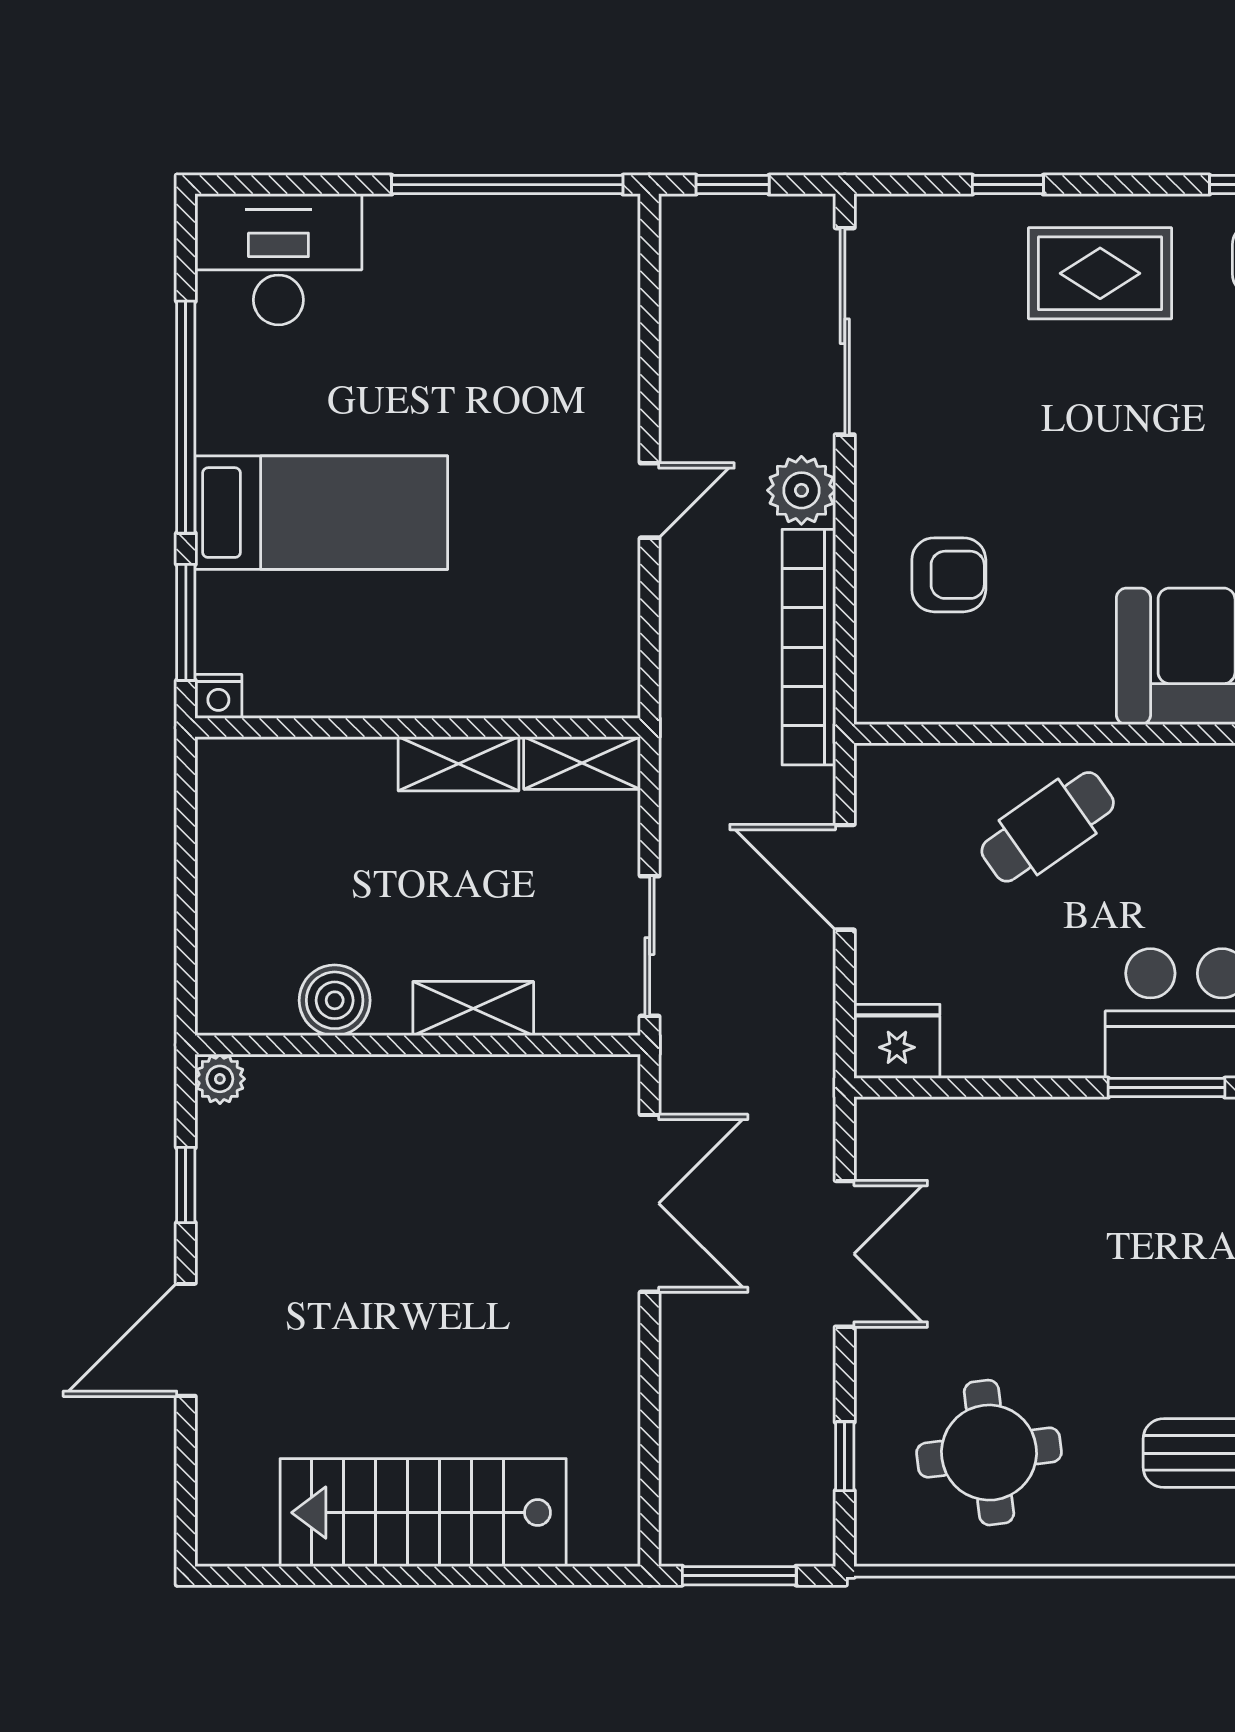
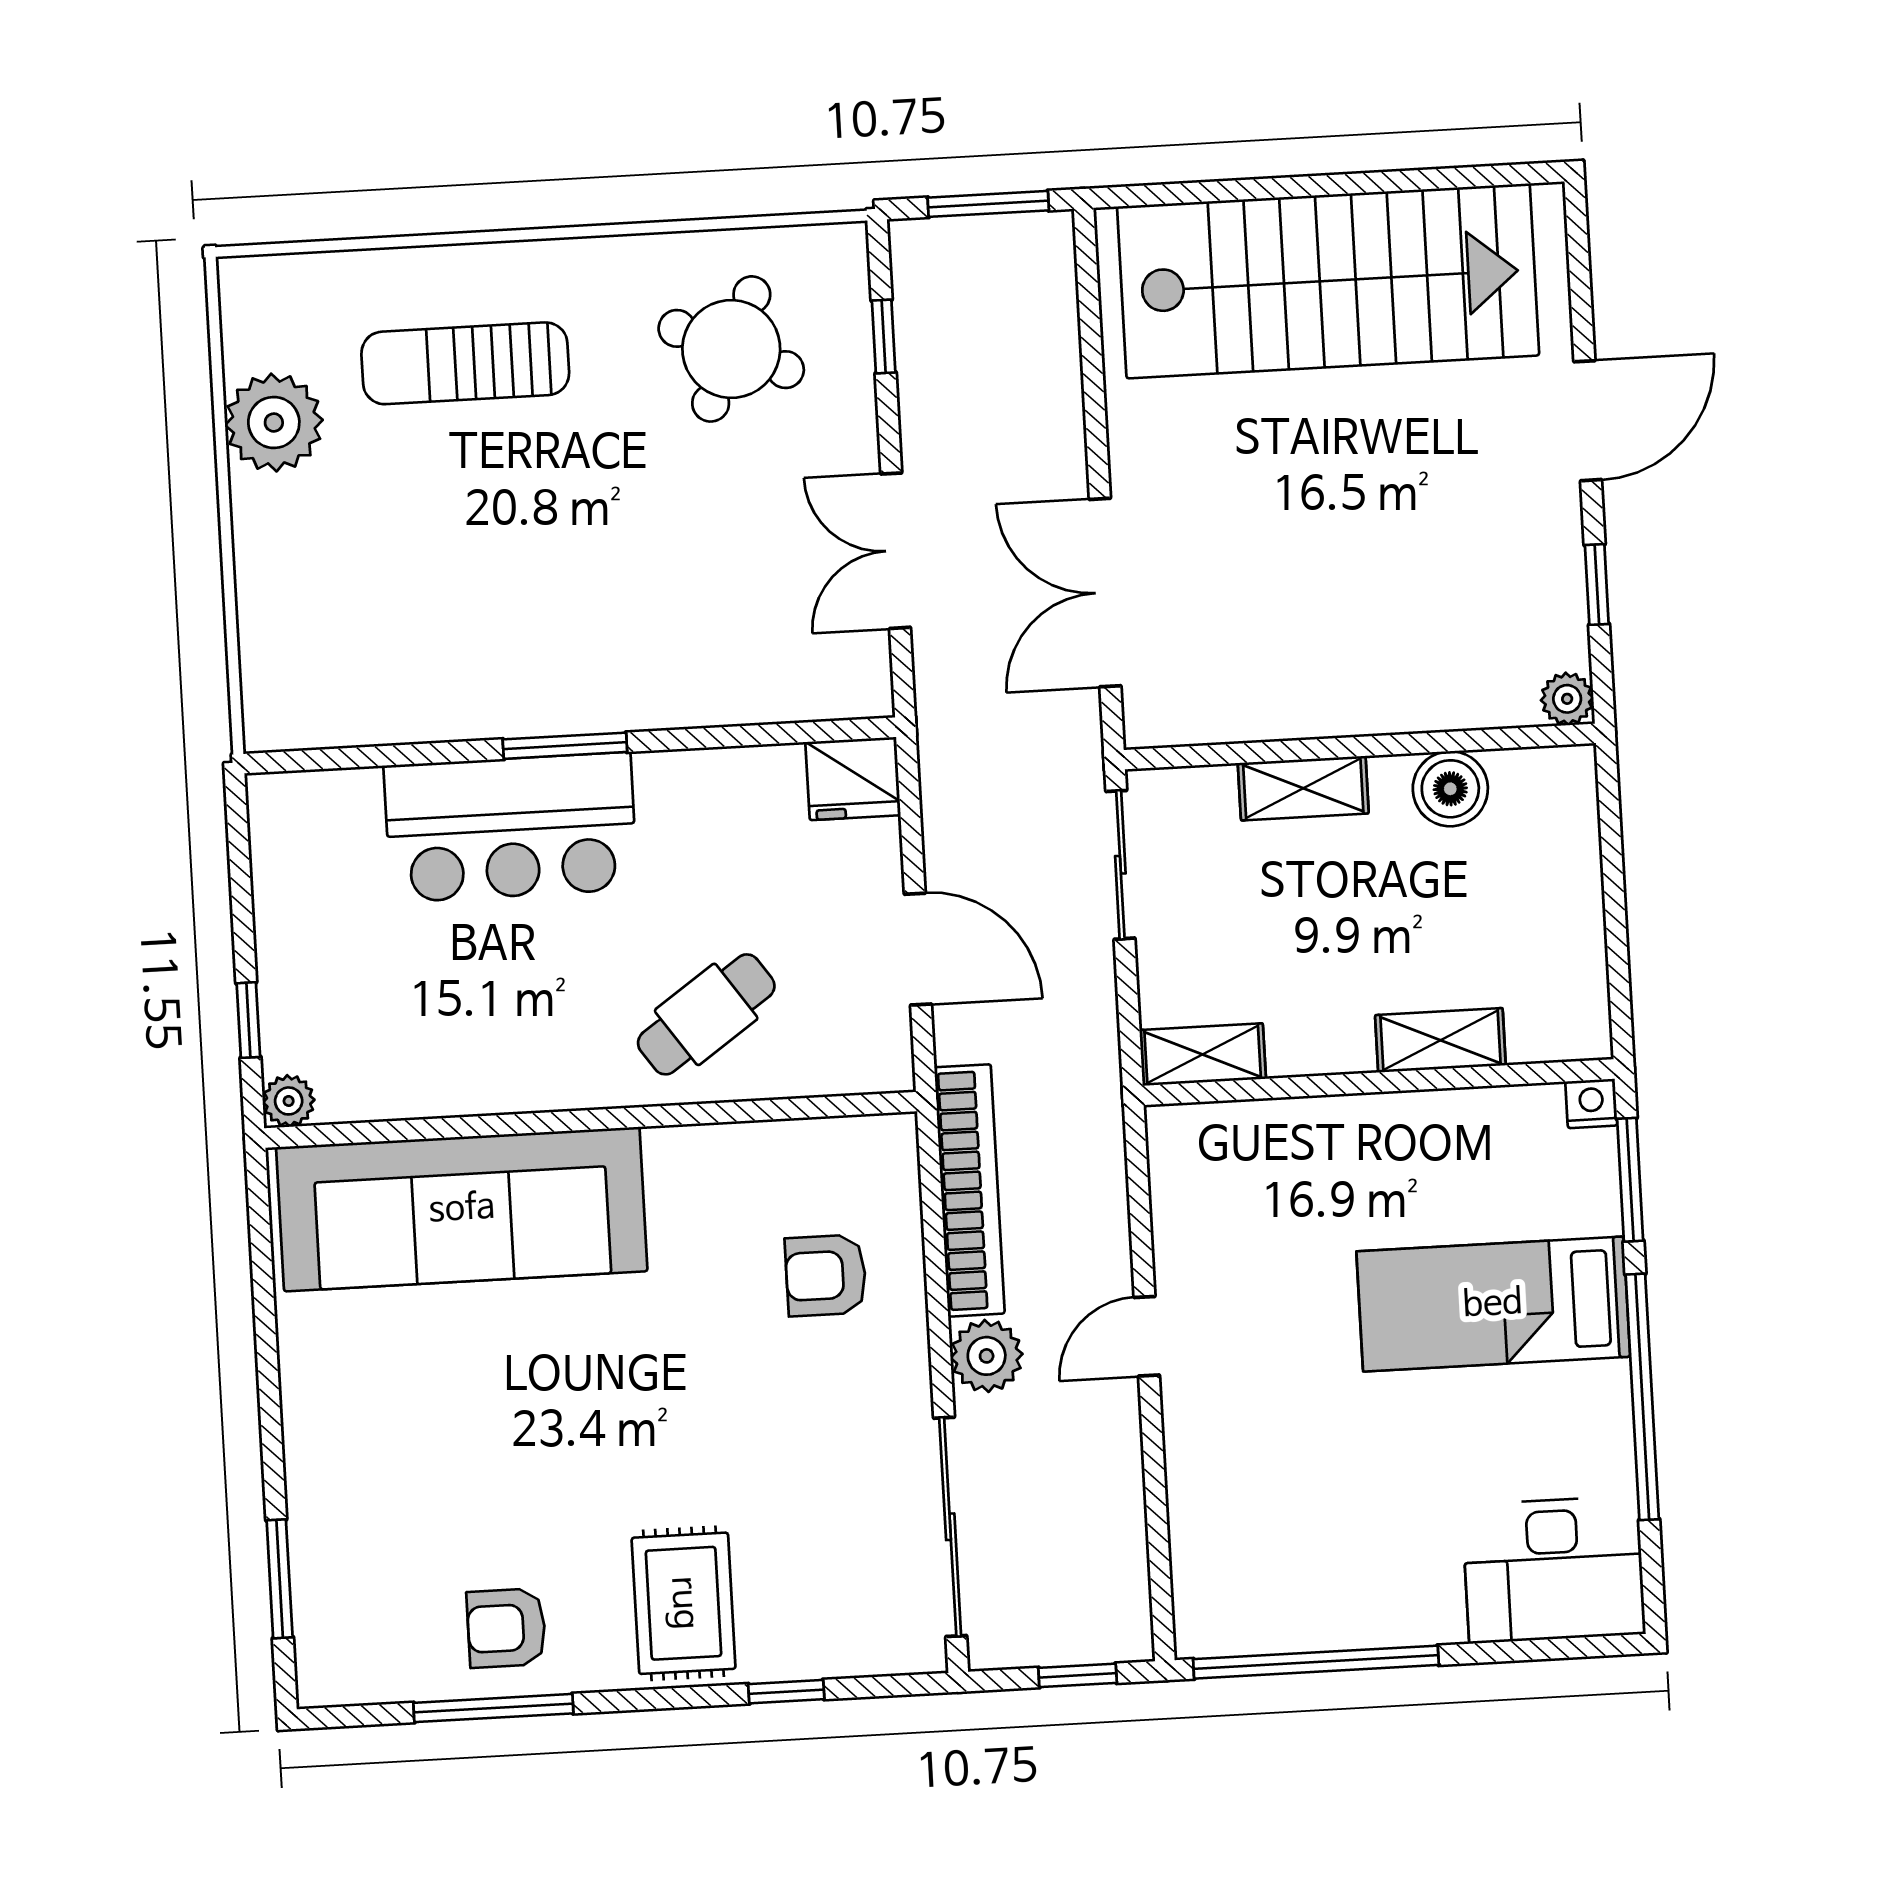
rug: (1100, 273) -> (684, 1603), turned 90
shelving: (459, 764) -> (1440, 1040), moved
round table: (989, 1453) -> (731, 349), turned 31
stairs: (423, 1513) -> (1328, 281), width x1.36, depth x1.51

